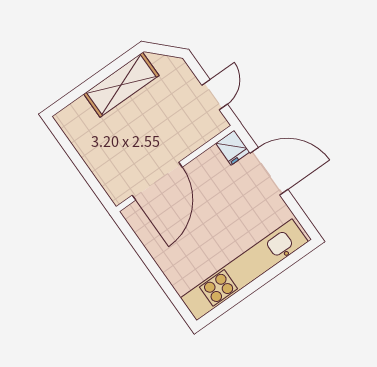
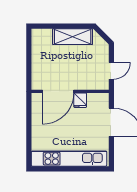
fridge: (233, 148) -> (80, 100), moved

